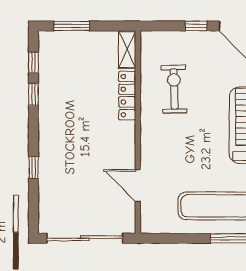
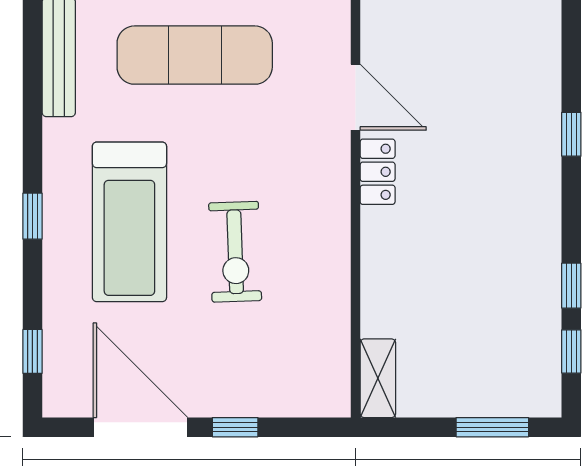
exercise bike: (174, 89) -> (235, 252), moved
locker: (127, 96) -> (378, 172), moved, width x0.66

